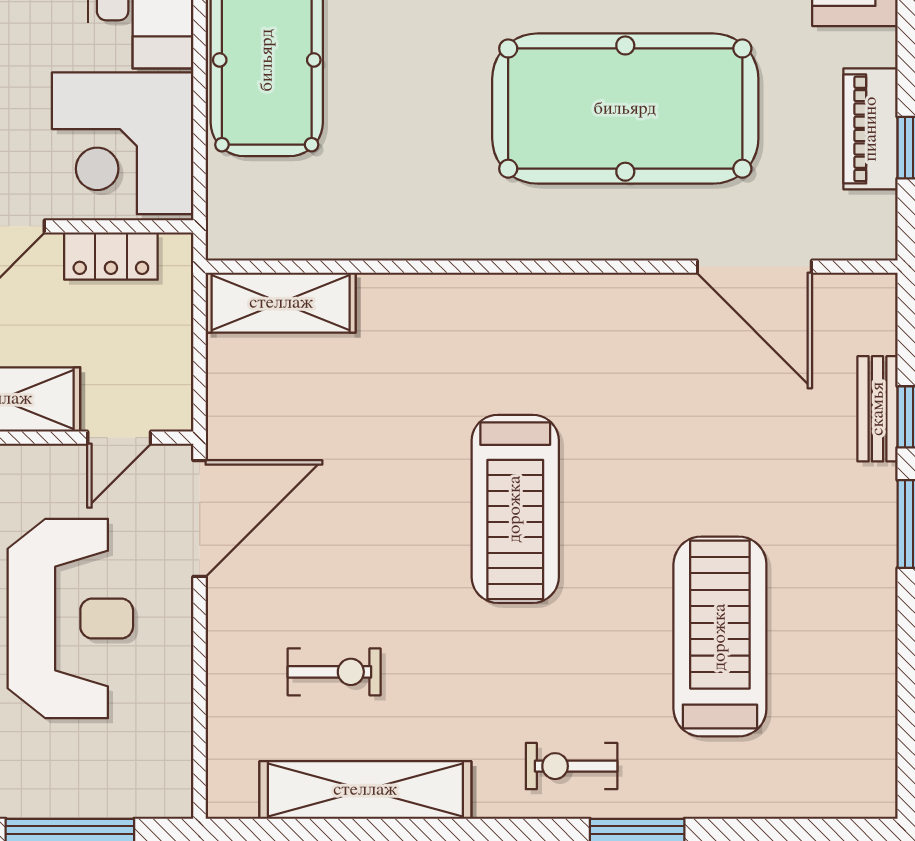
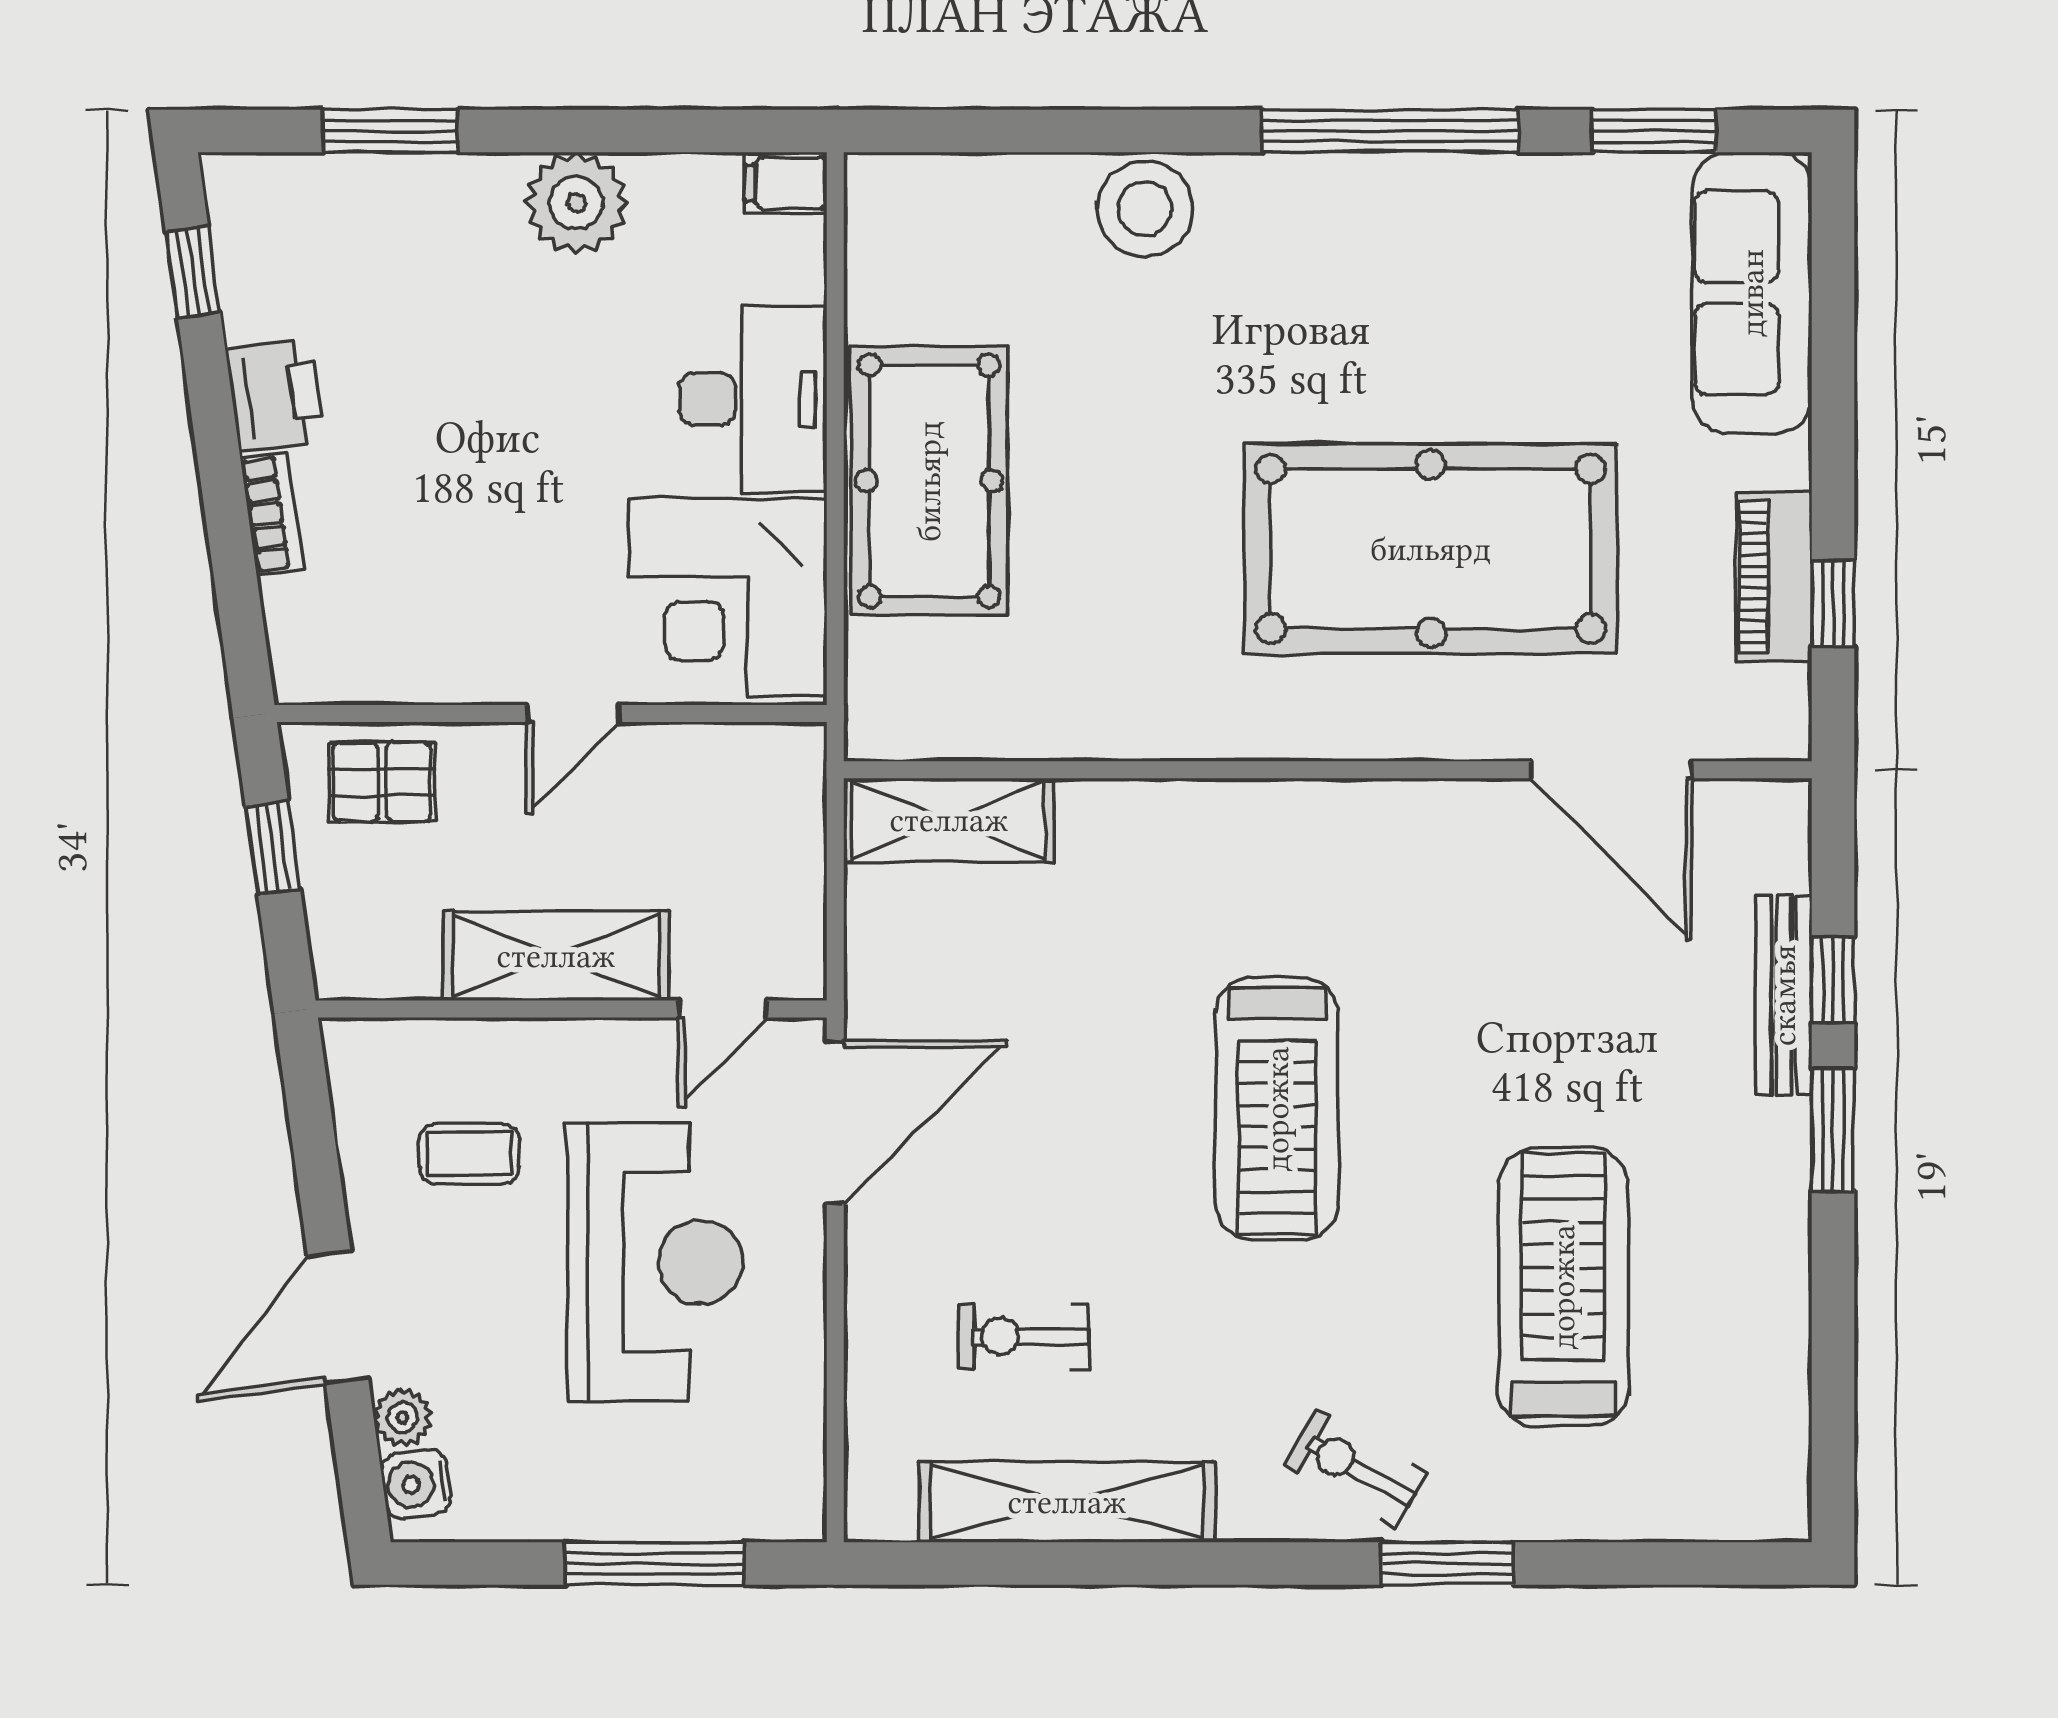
locker: (111, 256) -> (711, 755), removed
bench: (878, 409) -> (1784, 995), width x1.36
exercise bike: (334, 672) -> (1024, 1337), turned 180
exercise bike: (572, 766) -> (1356, 1468), turned 30

